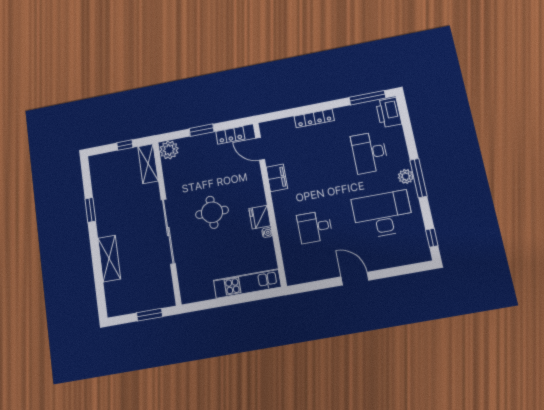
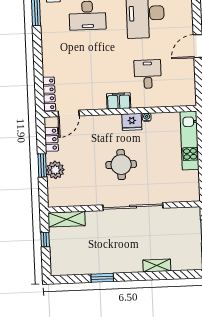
locker: (314, 118) -> (49, 94), moved
plant: (169, 150) -> (55, 170), moved
filing cabinet: (277, 178) -> (119, 101), moved
desk: (315, 227) -> (148, 74), turned 180
shelving: (109, 258) -> (157, 266), width x0.67, depth x0.75

